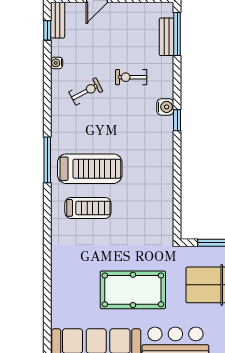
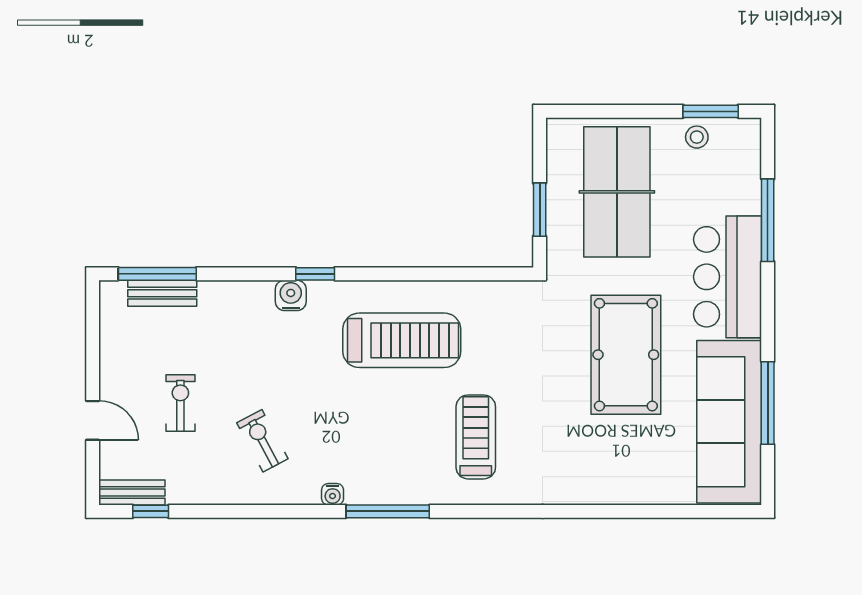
water cooler: (57, 63) -> (333, 494), moved
exercise bike: (131, 77) -> (180, 403), moved, turned 180
treadmill: (90, 169) -> (402, 340), moved, turned 90

